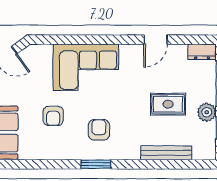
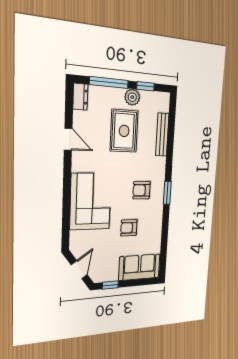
rug: (168, 104) -> (124, 131), width x1.36, depth x1.43
armchair: (53, 116) -> (129, 228), turned 180

